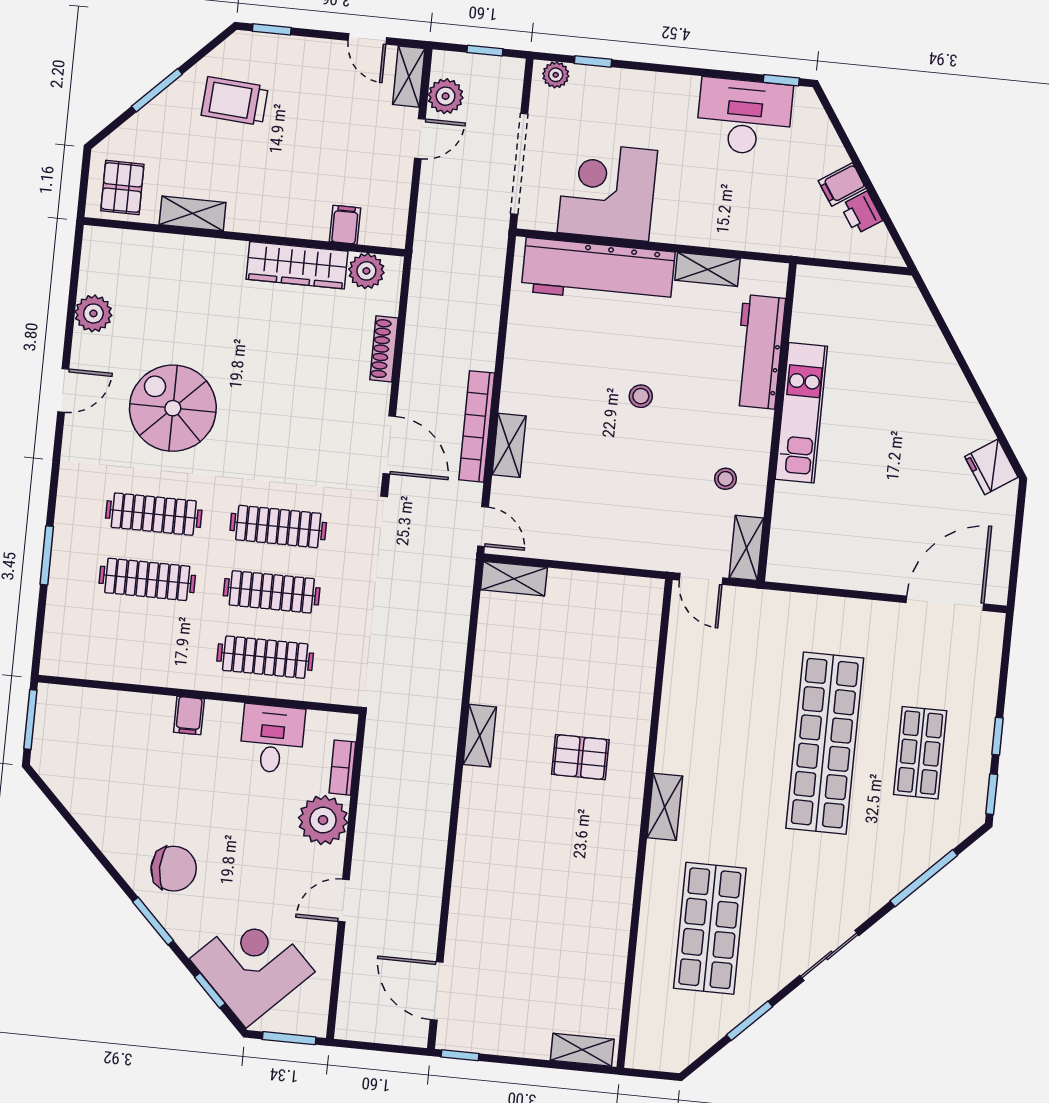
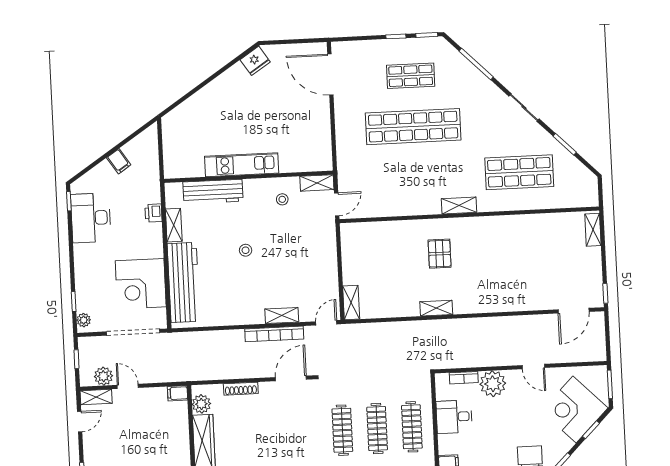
printer: (861, 213) -> (153, 213), moved, turned 123
filing cabinet: (345, 225) -> (178, 393), moved

